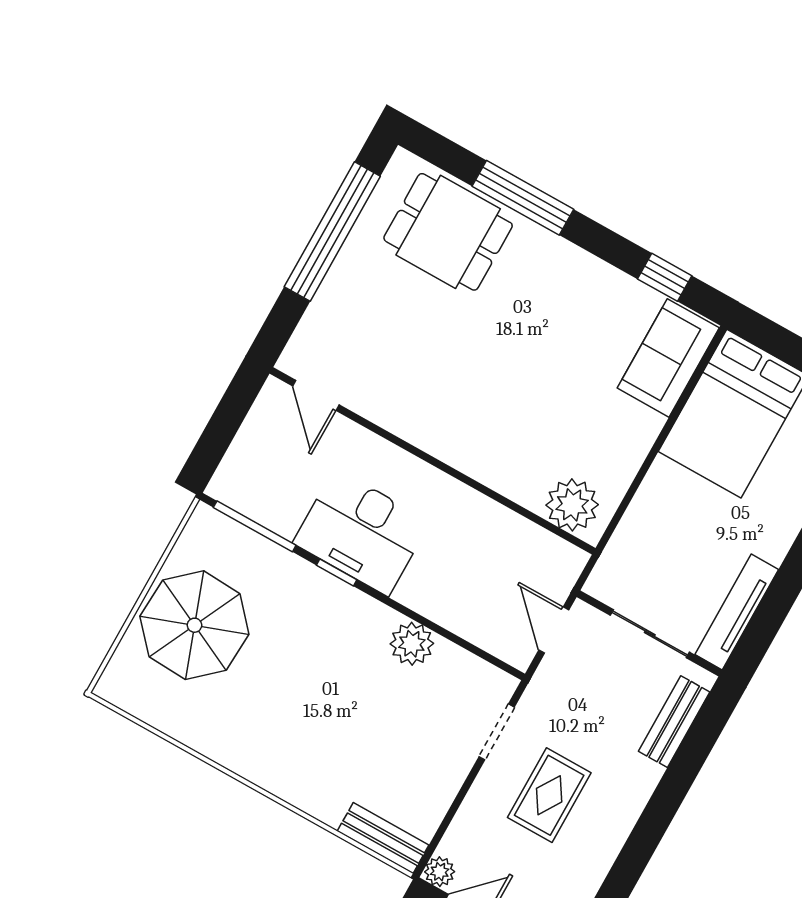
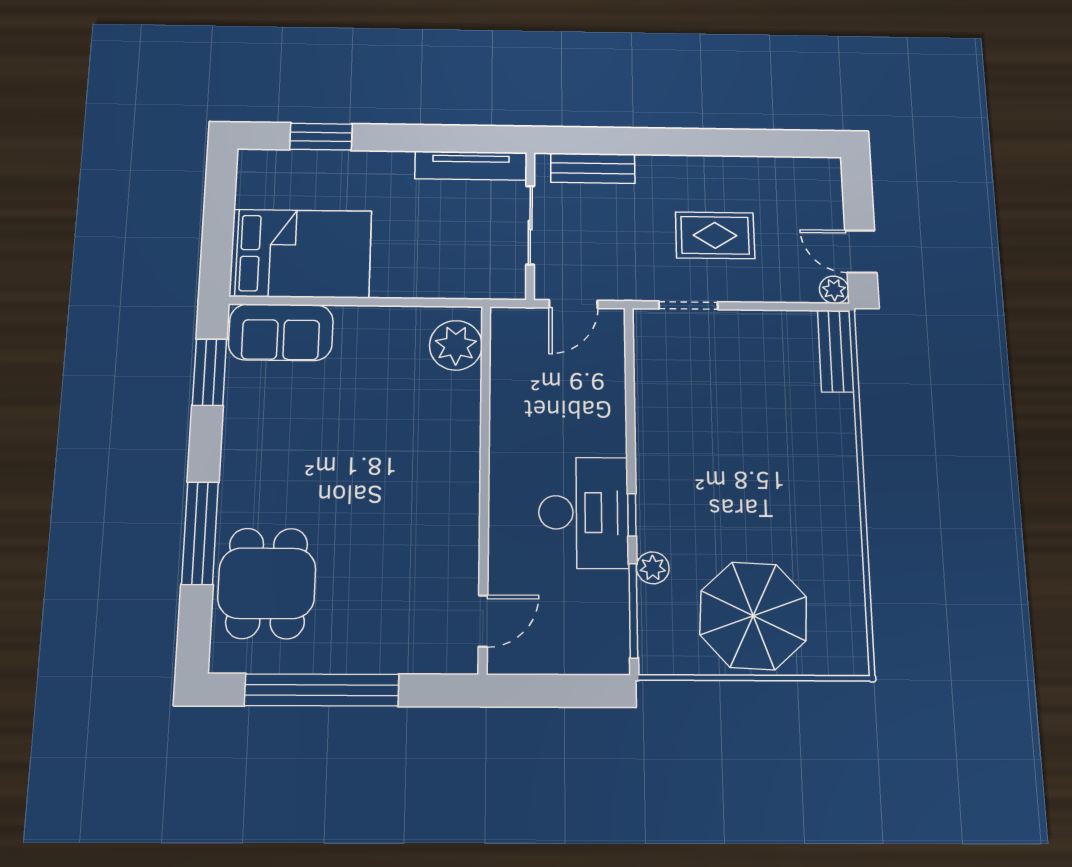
window: (665, 277) -> (209, 372), width x1.50
plant: (412, 644) -> (653, 568), moved, width x0.73, depth x0.73

